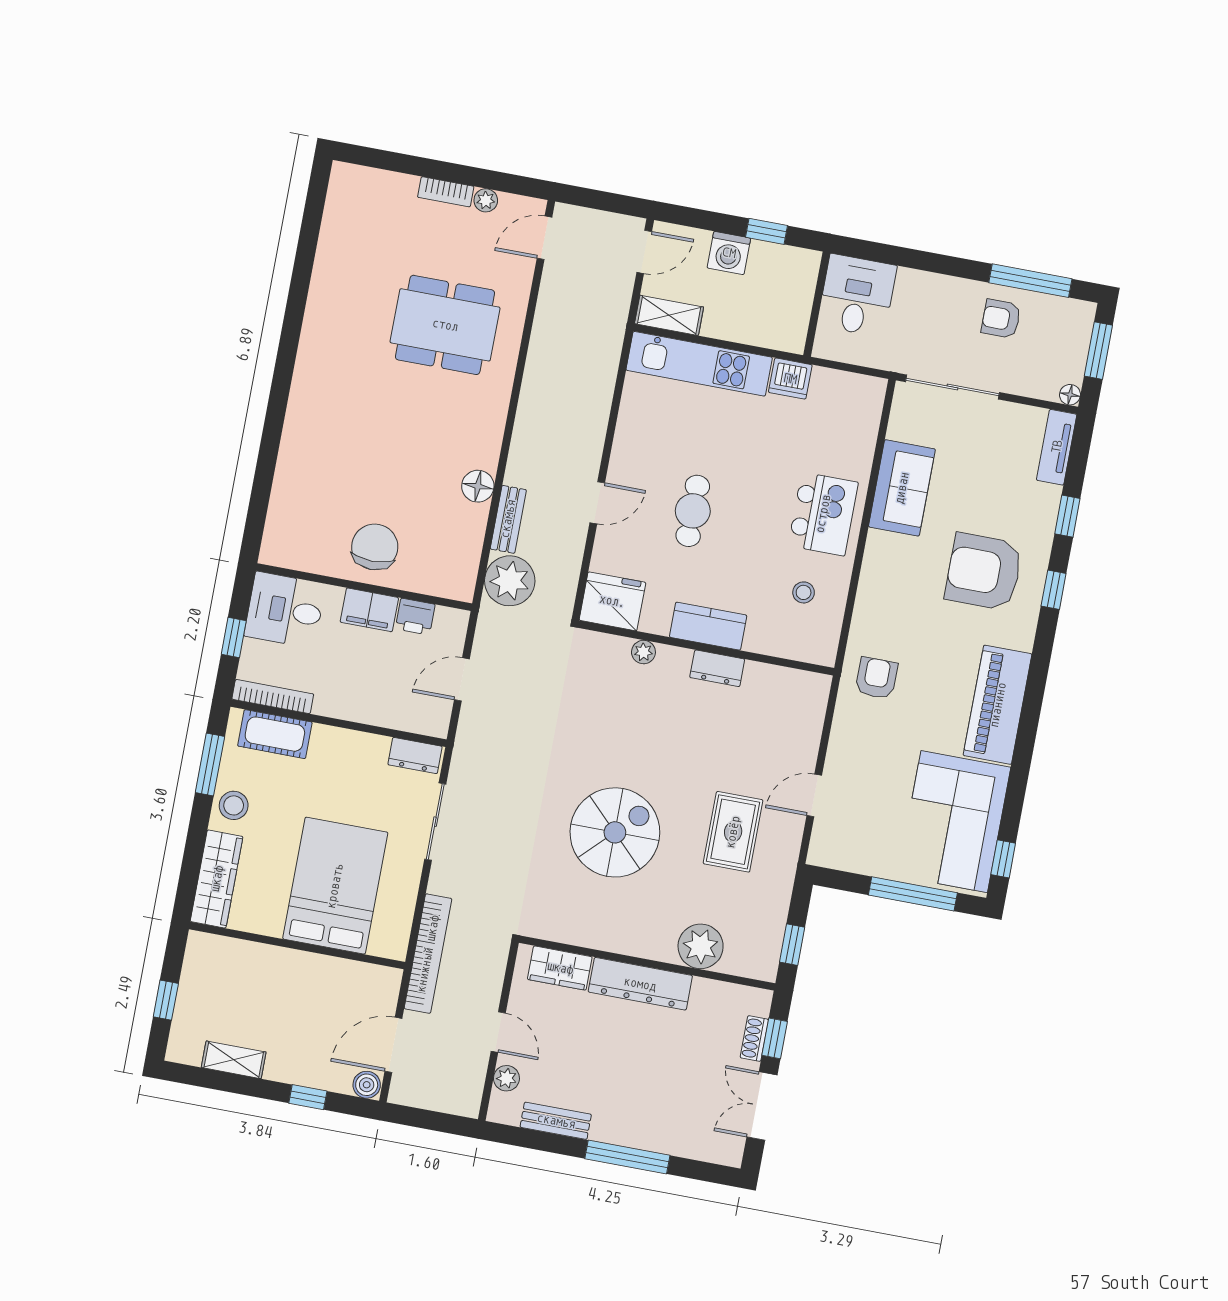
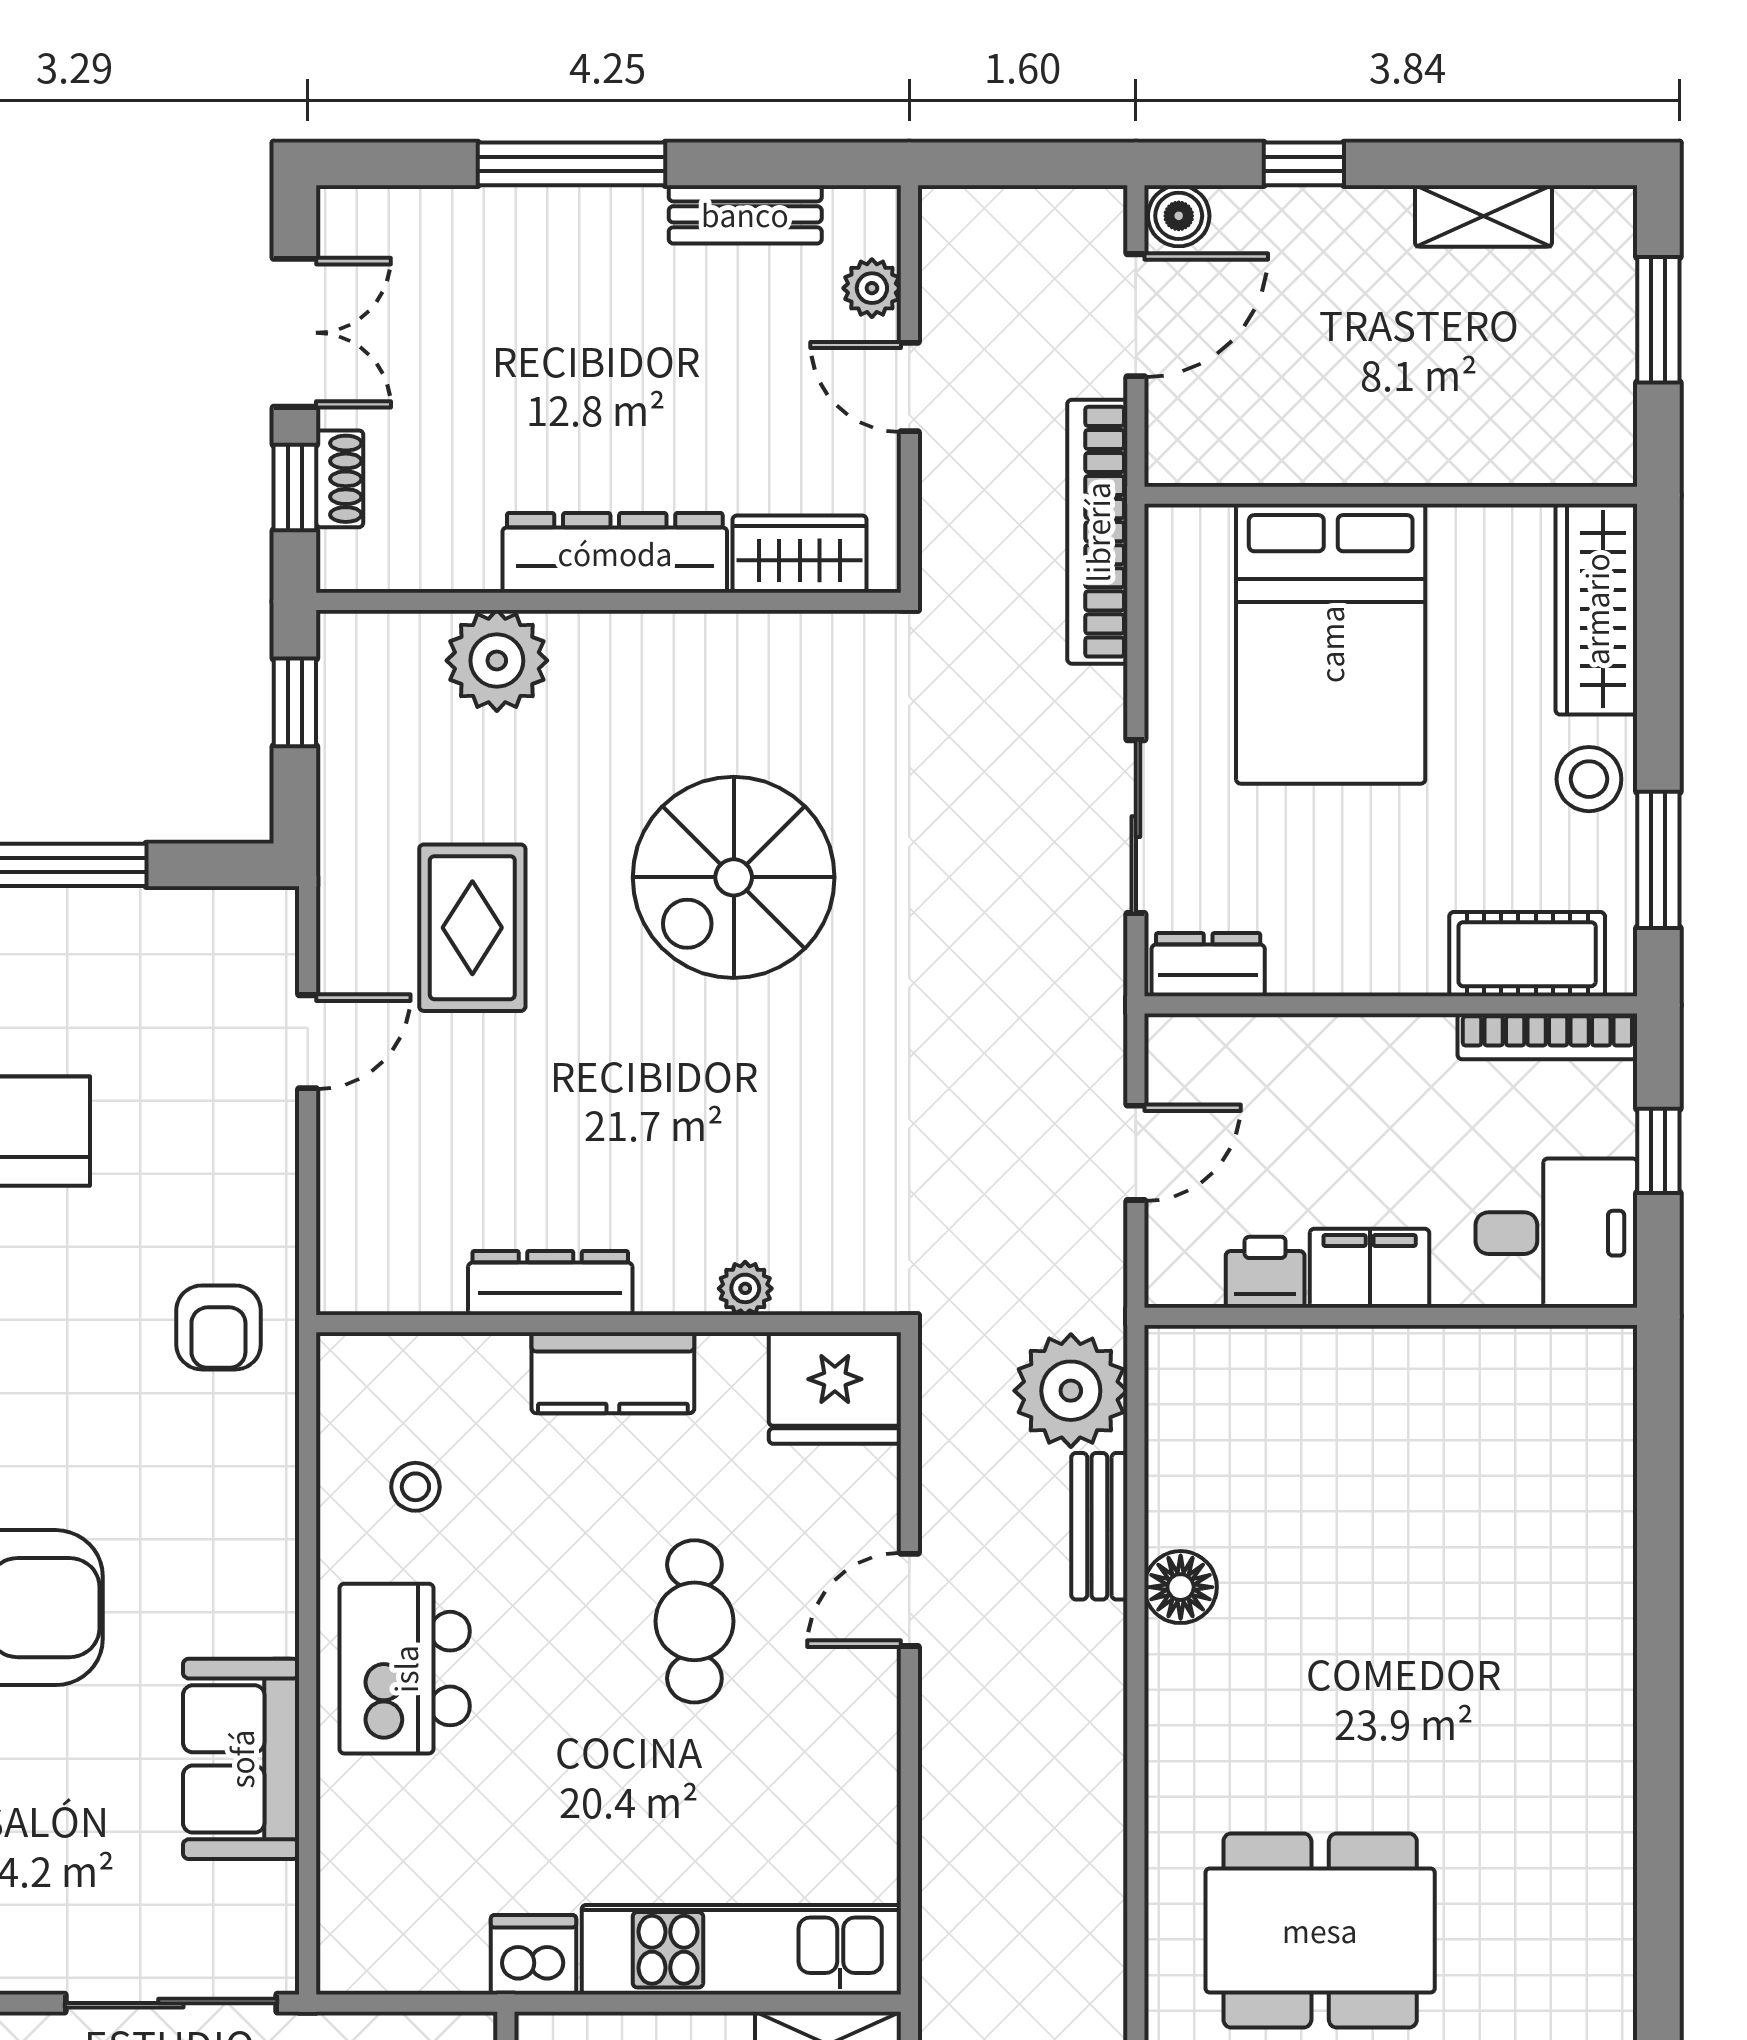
chair: (375, 547) -> (1384, 1410), removed
dresser: (717, 668) -> (550, 1283), width x1.44
window: (166, 1000) -> (1658, 320), width x1.50

